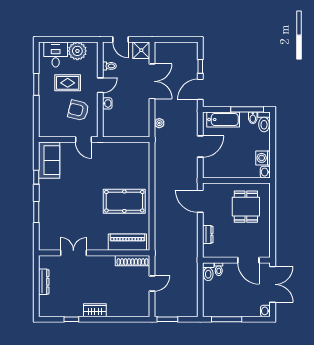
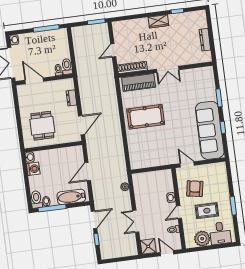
double door: (152, 81) -> (136, 221), width x0.73
armchair: (78, 110) -> (195, 189), turned -94
sofa: (49, 160) -> (210, 130), width x1.85, depth x1.27
door: (200, 201) -> (82, 125), hinge flipped
double door: (73, 253) -> (168, 69), moved

